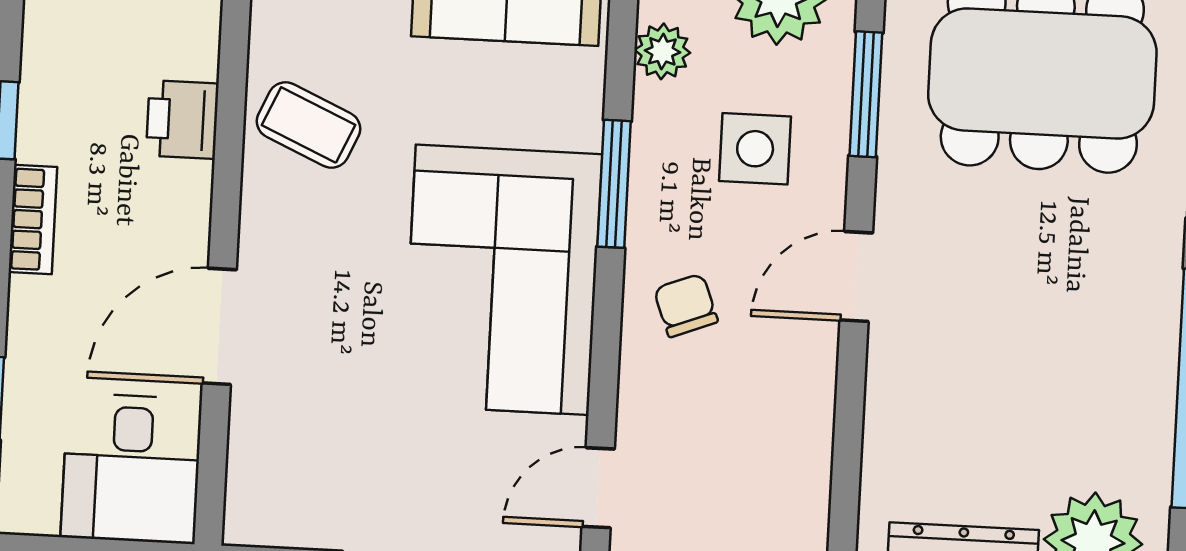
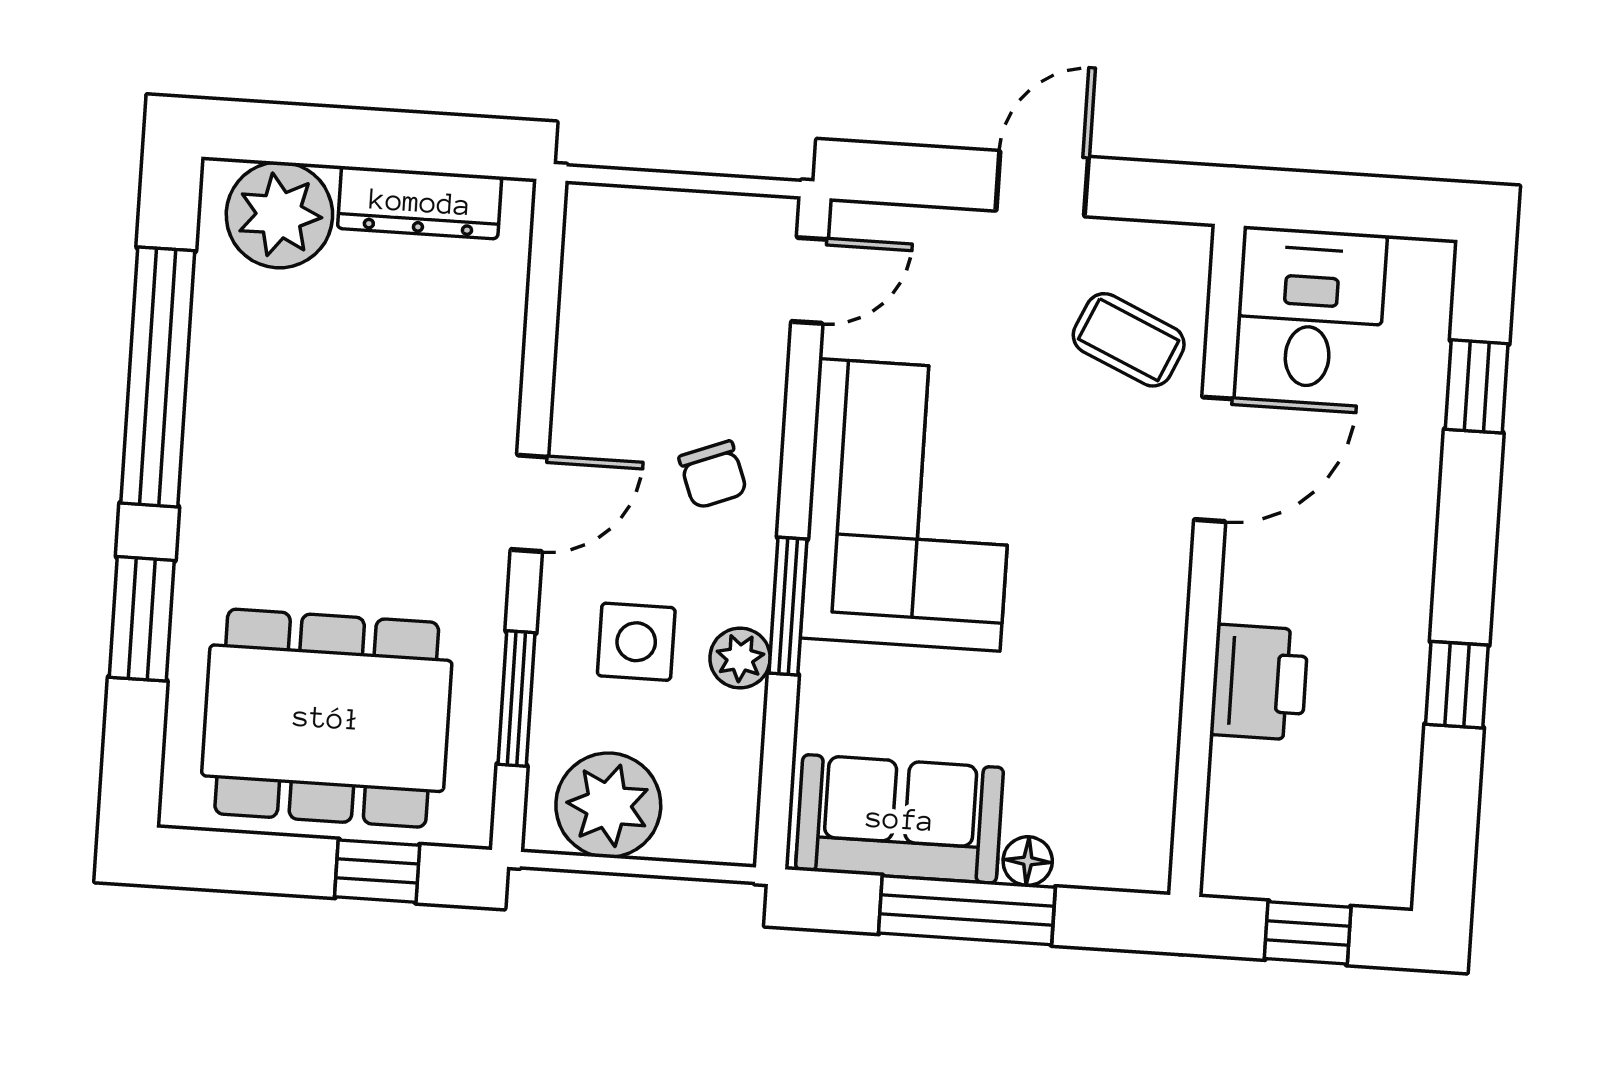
plant: (662, 51) -> (740, 658), moved
printer: (182, 119) -> (1259, 682), width x1.36, depth x1.24
coffee table: (309, 125) -> (1129, 340), moved
bookcase: (33, 219) -> (1412, 577), removed

